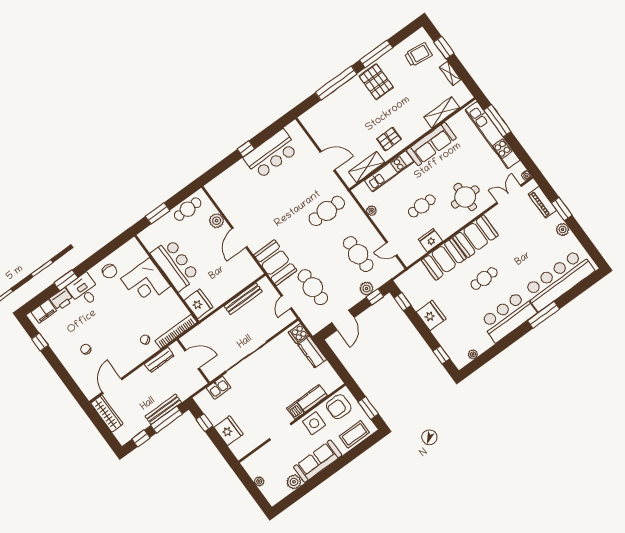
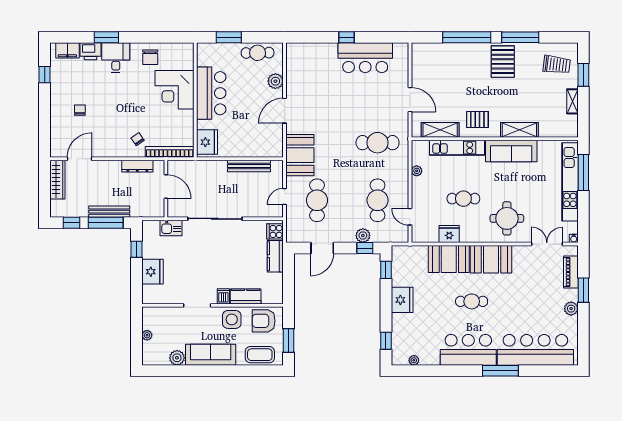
shelving: (442, 112) -> (519, 130), moved

